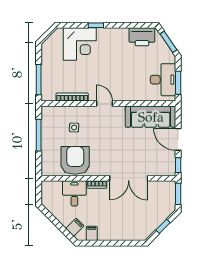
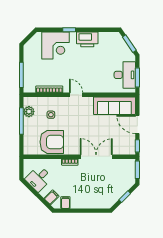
printer: (142, 37) -> (87, 39), moved
plant: (48, 124) -> (29, 112), added
armchair: (75, 160) -> (52, 142), turned 90
double door: (129, 178) -> (96, 157), swing flipped
desk: (74, 193) -> (39, 178), moved, turned -135

